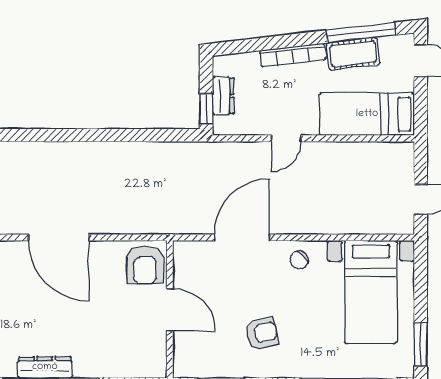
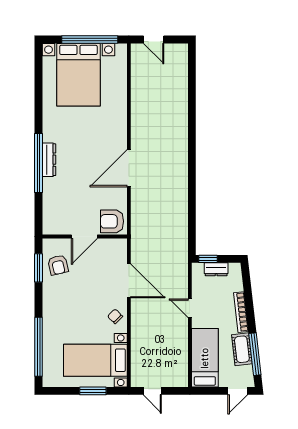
armchair: (262, 333) -> (58, 265), moved
window: (421, 345) -> (93, 391), moved

